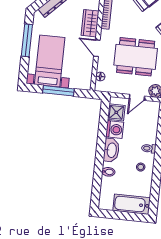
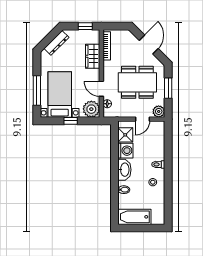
window: (27, 40) -> (37, 91), moved
door: (97, 48) -> (101, 89), moved
plant: (82, 80) -> (91, 109), added
window: (58, 91) -> (71, 121), width x0.46
bathtub: (132, 204) -> (134, 217), moved

